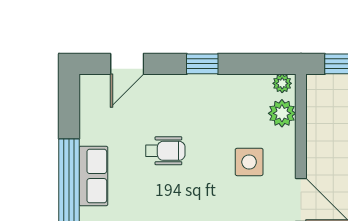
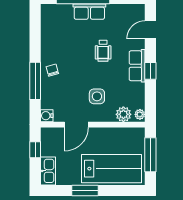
door: (127, 64) -> (150, 30), hinge flipped
row of seats: (193, 88) -> (137, 66), added

